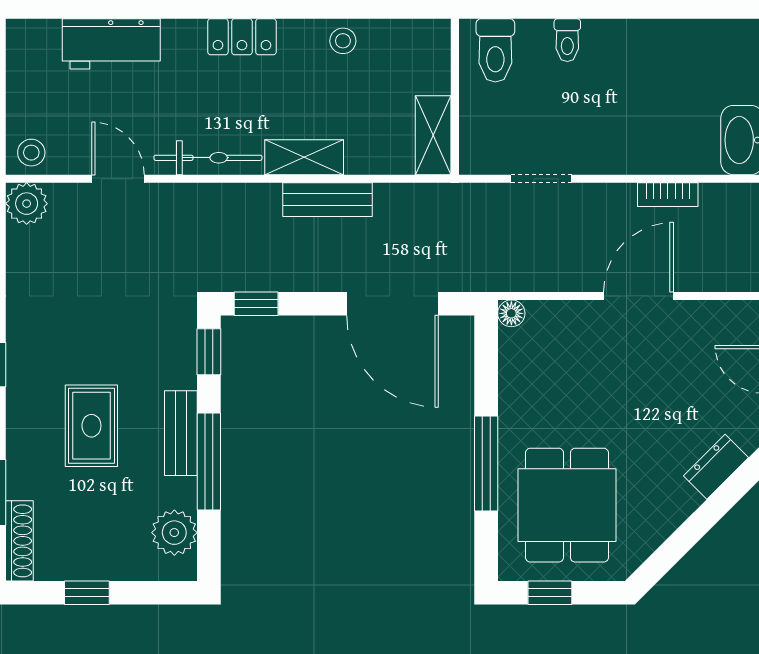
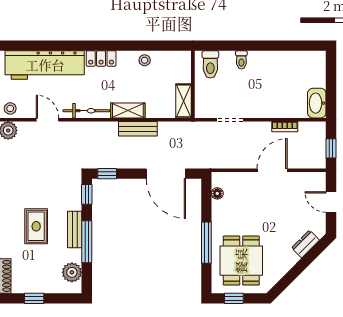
workbench: (111, 44) -> (45, 65), width x1.88, depth x1.32
floor lamp: (511, 313) -> (217, 193), moved

